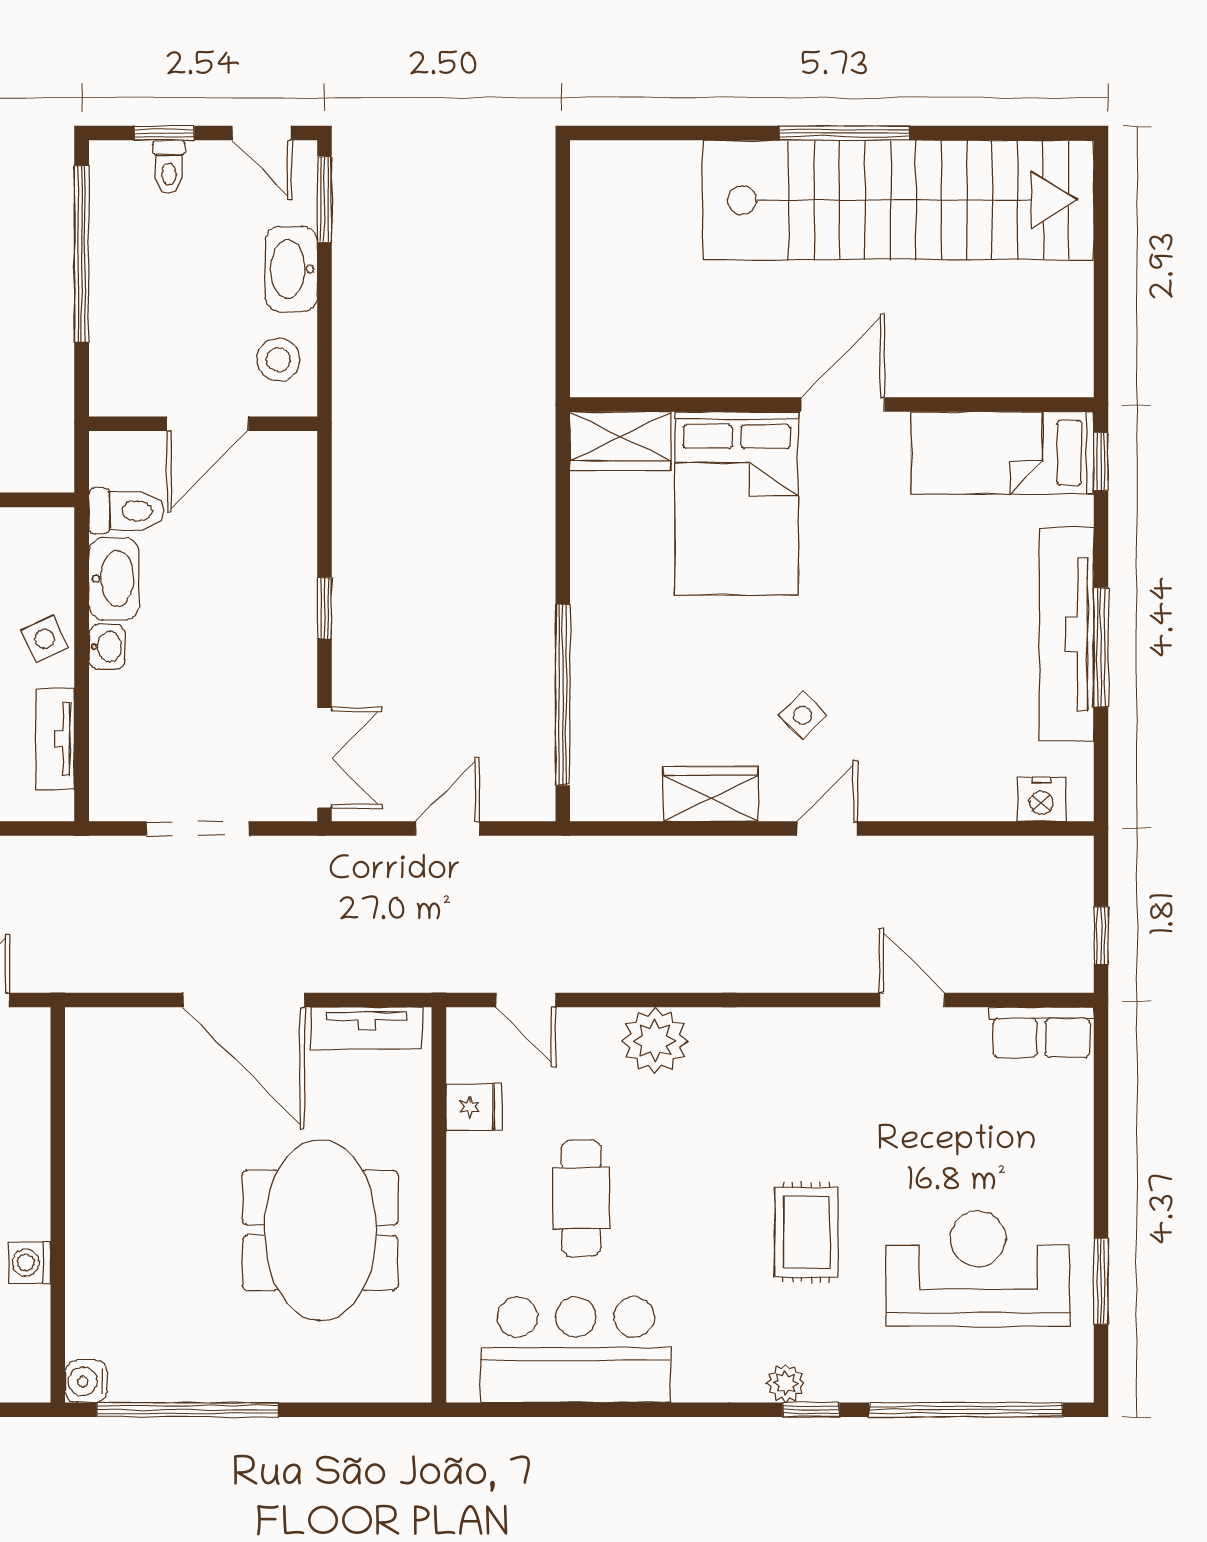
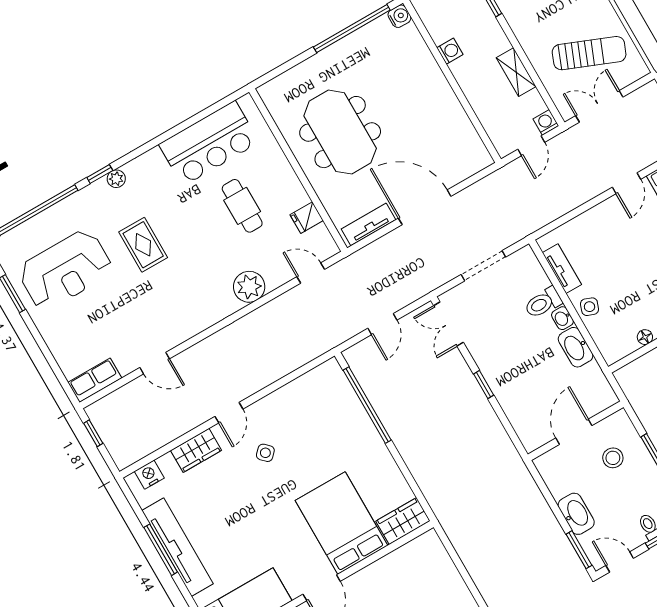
stool: (278, 360) -> (613, 458), moved
toilet: (126, 511) -> (543, 303), moved
side table: (45, 639) -> (590, 307), turned 45
wardrobe: (710, 794) -> (196, 450), moved

